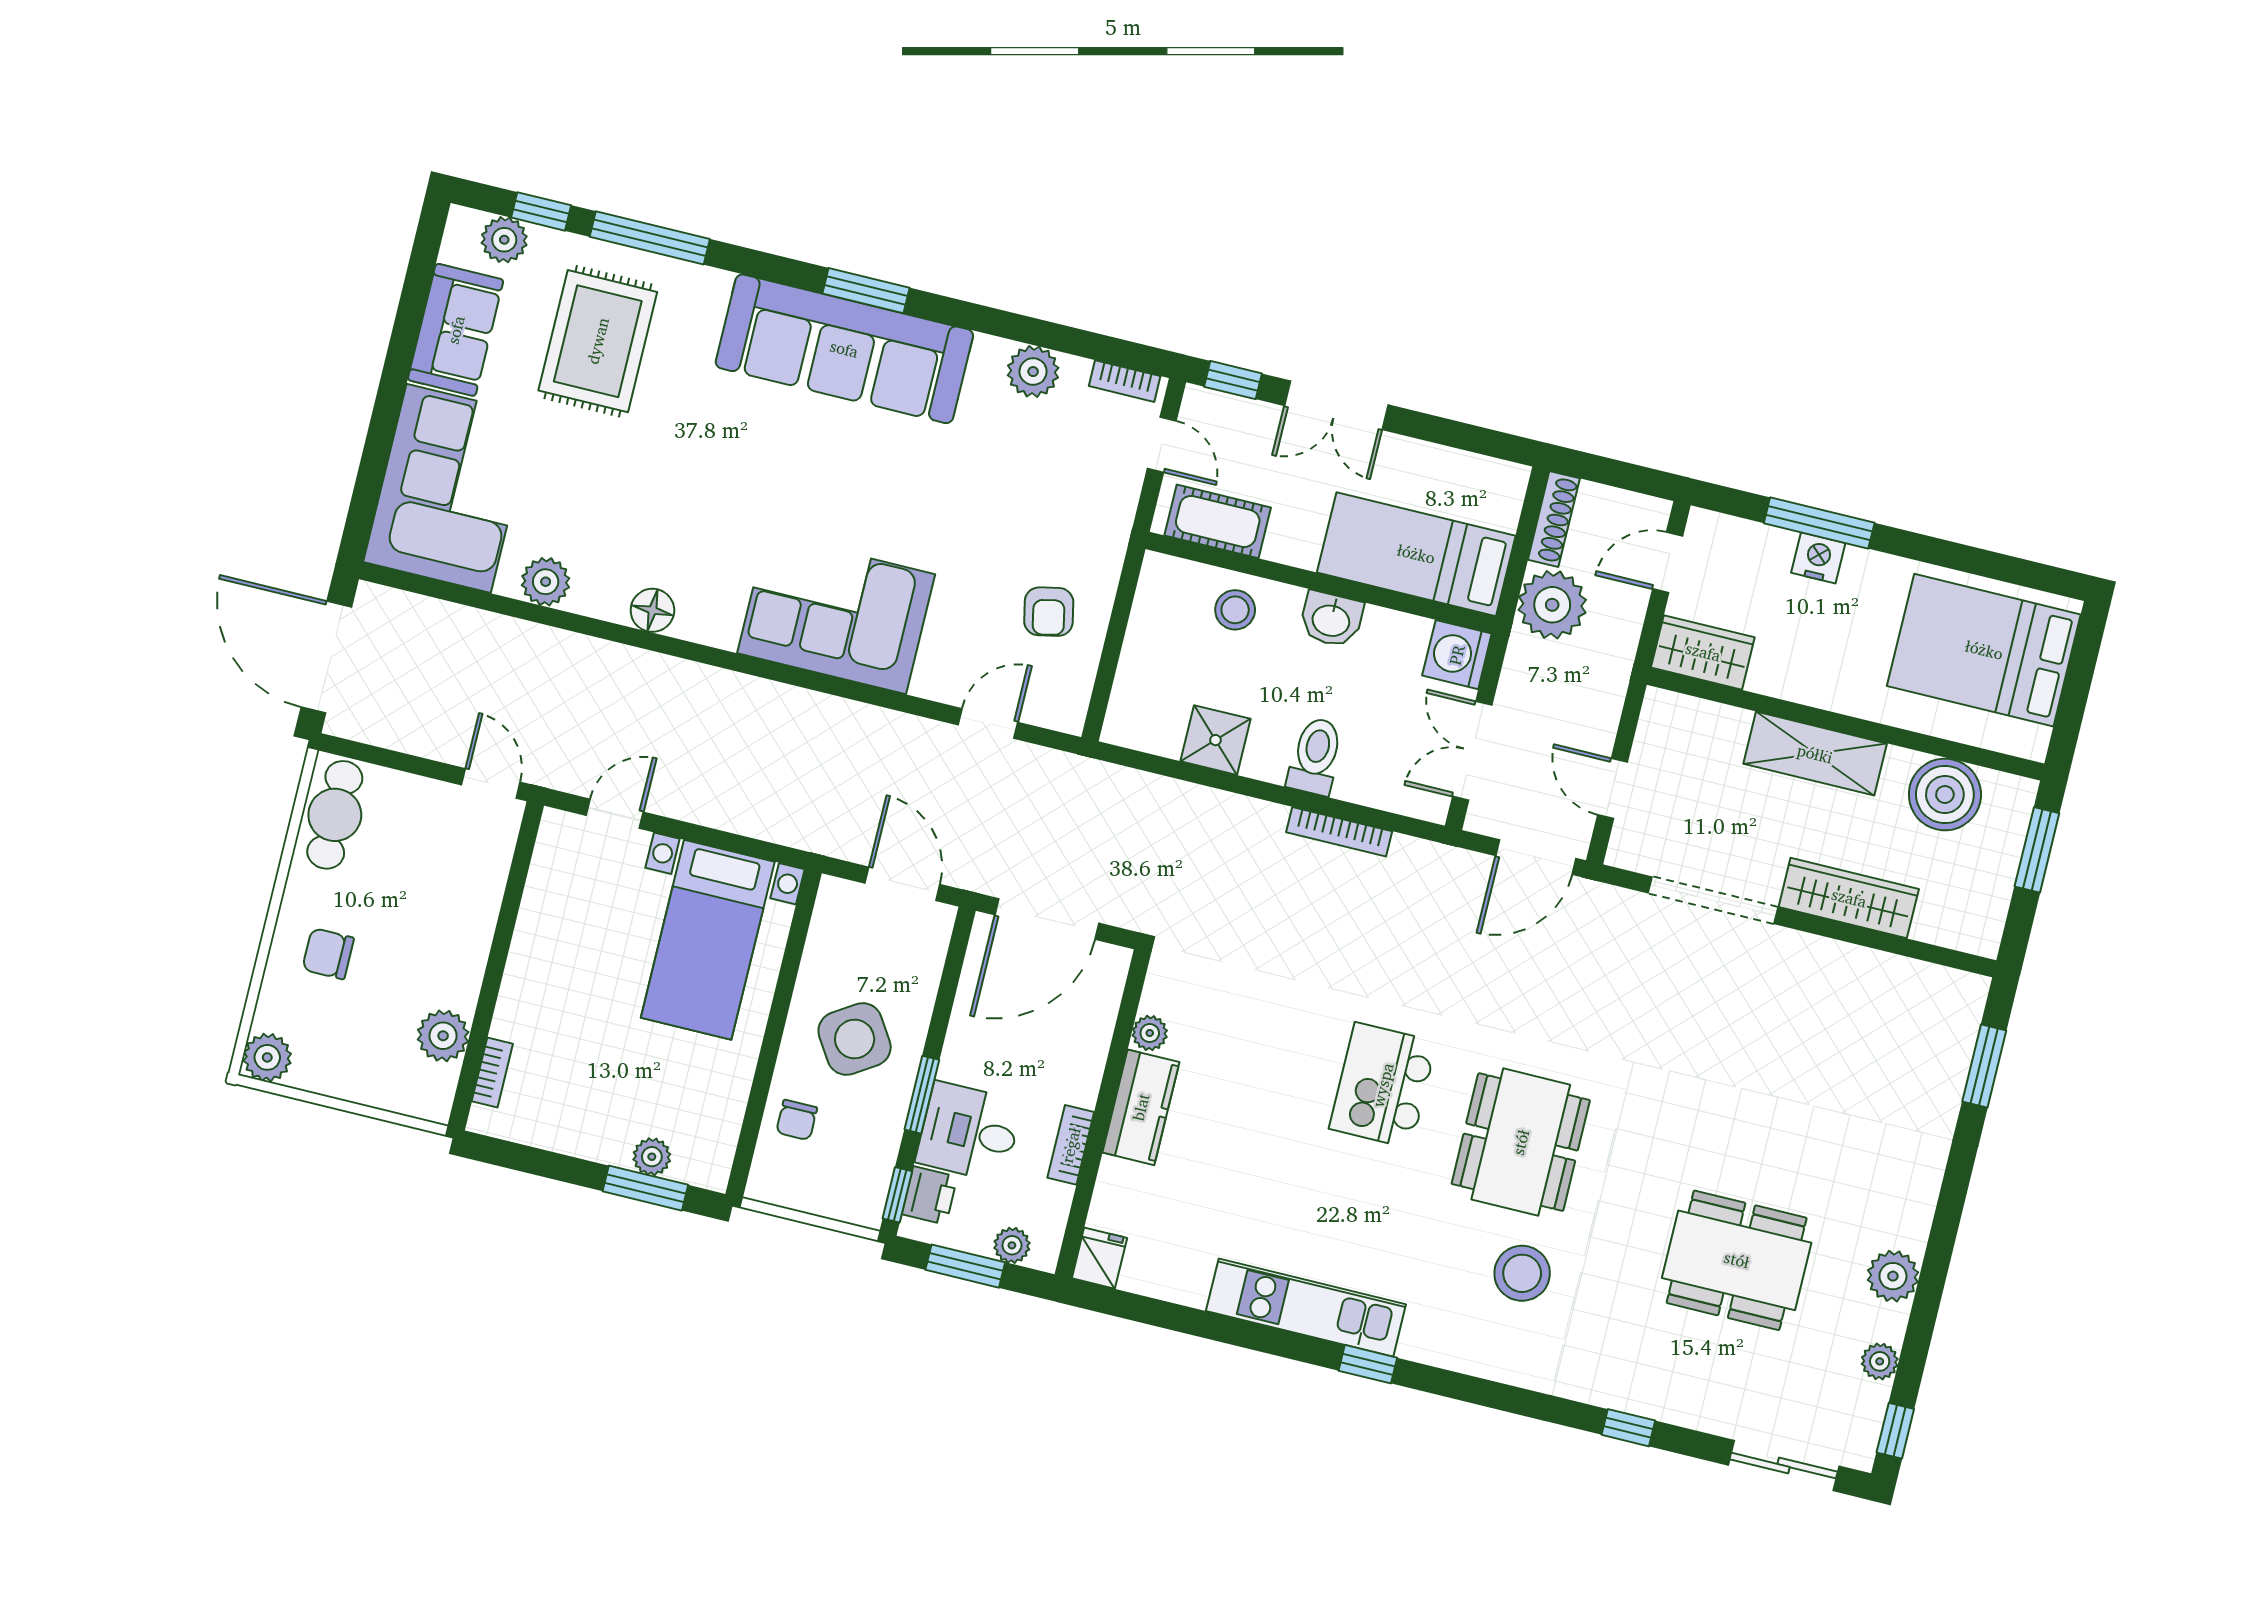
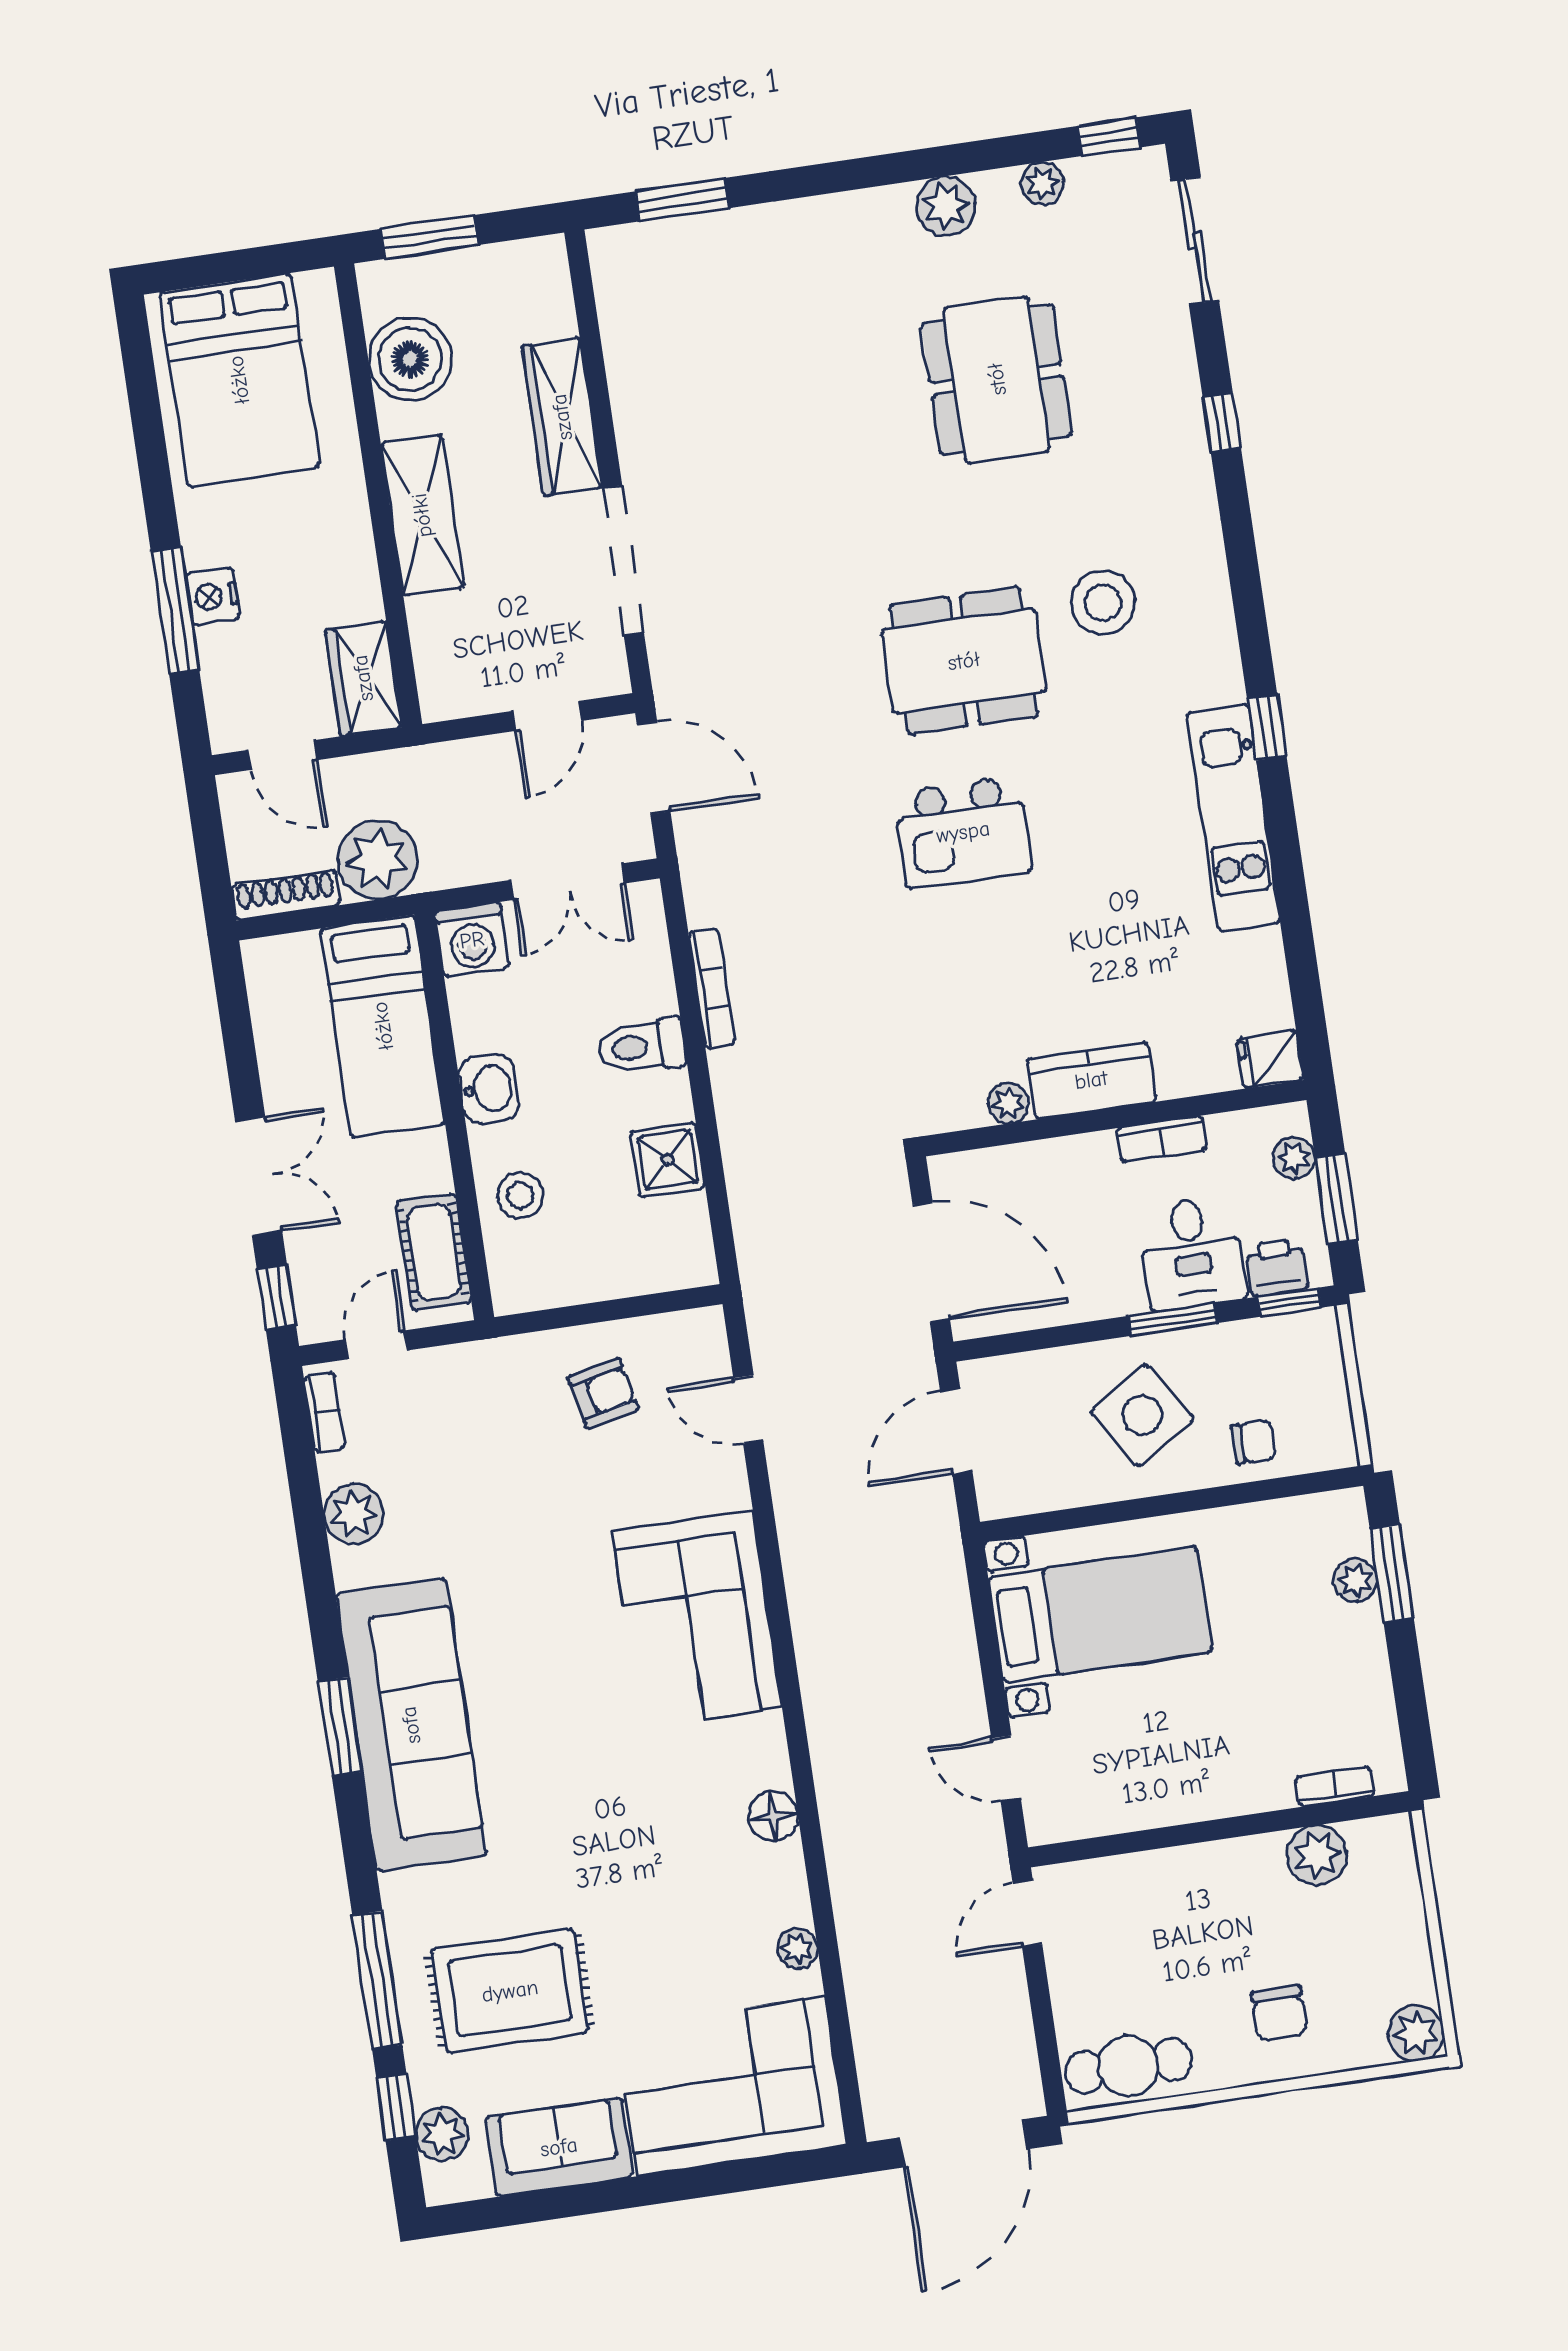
plant: (546, 582) -> (797, 1949), width x0.73, depth x0.73

